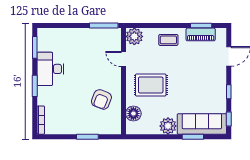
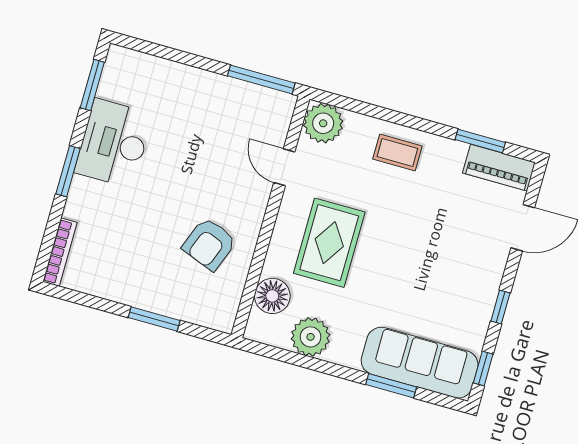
piano: (201, 34) -> (499, 168), moved
rug: (151, 85) -> (329, 243), turned 90
plant: (168, 126) -> (311, 337), moved

